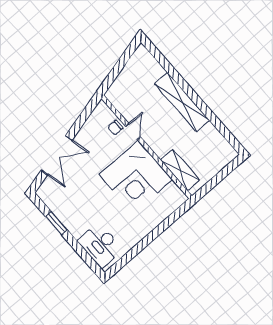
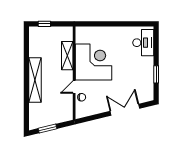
window: (123, 61) -> (48, 129), added
shelving: (180, 170) -> (67, 56), moved
window: (225, 172) -> (44, 24), added

